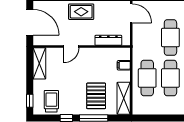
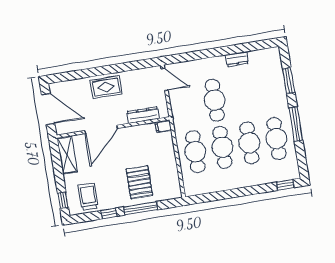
door: (71, 47) -> (101, 129), width x1.87
filing cabinet: (124, 65) -> (163, 126), moved
shelving: (124, 98) -> (172, 180), removed

